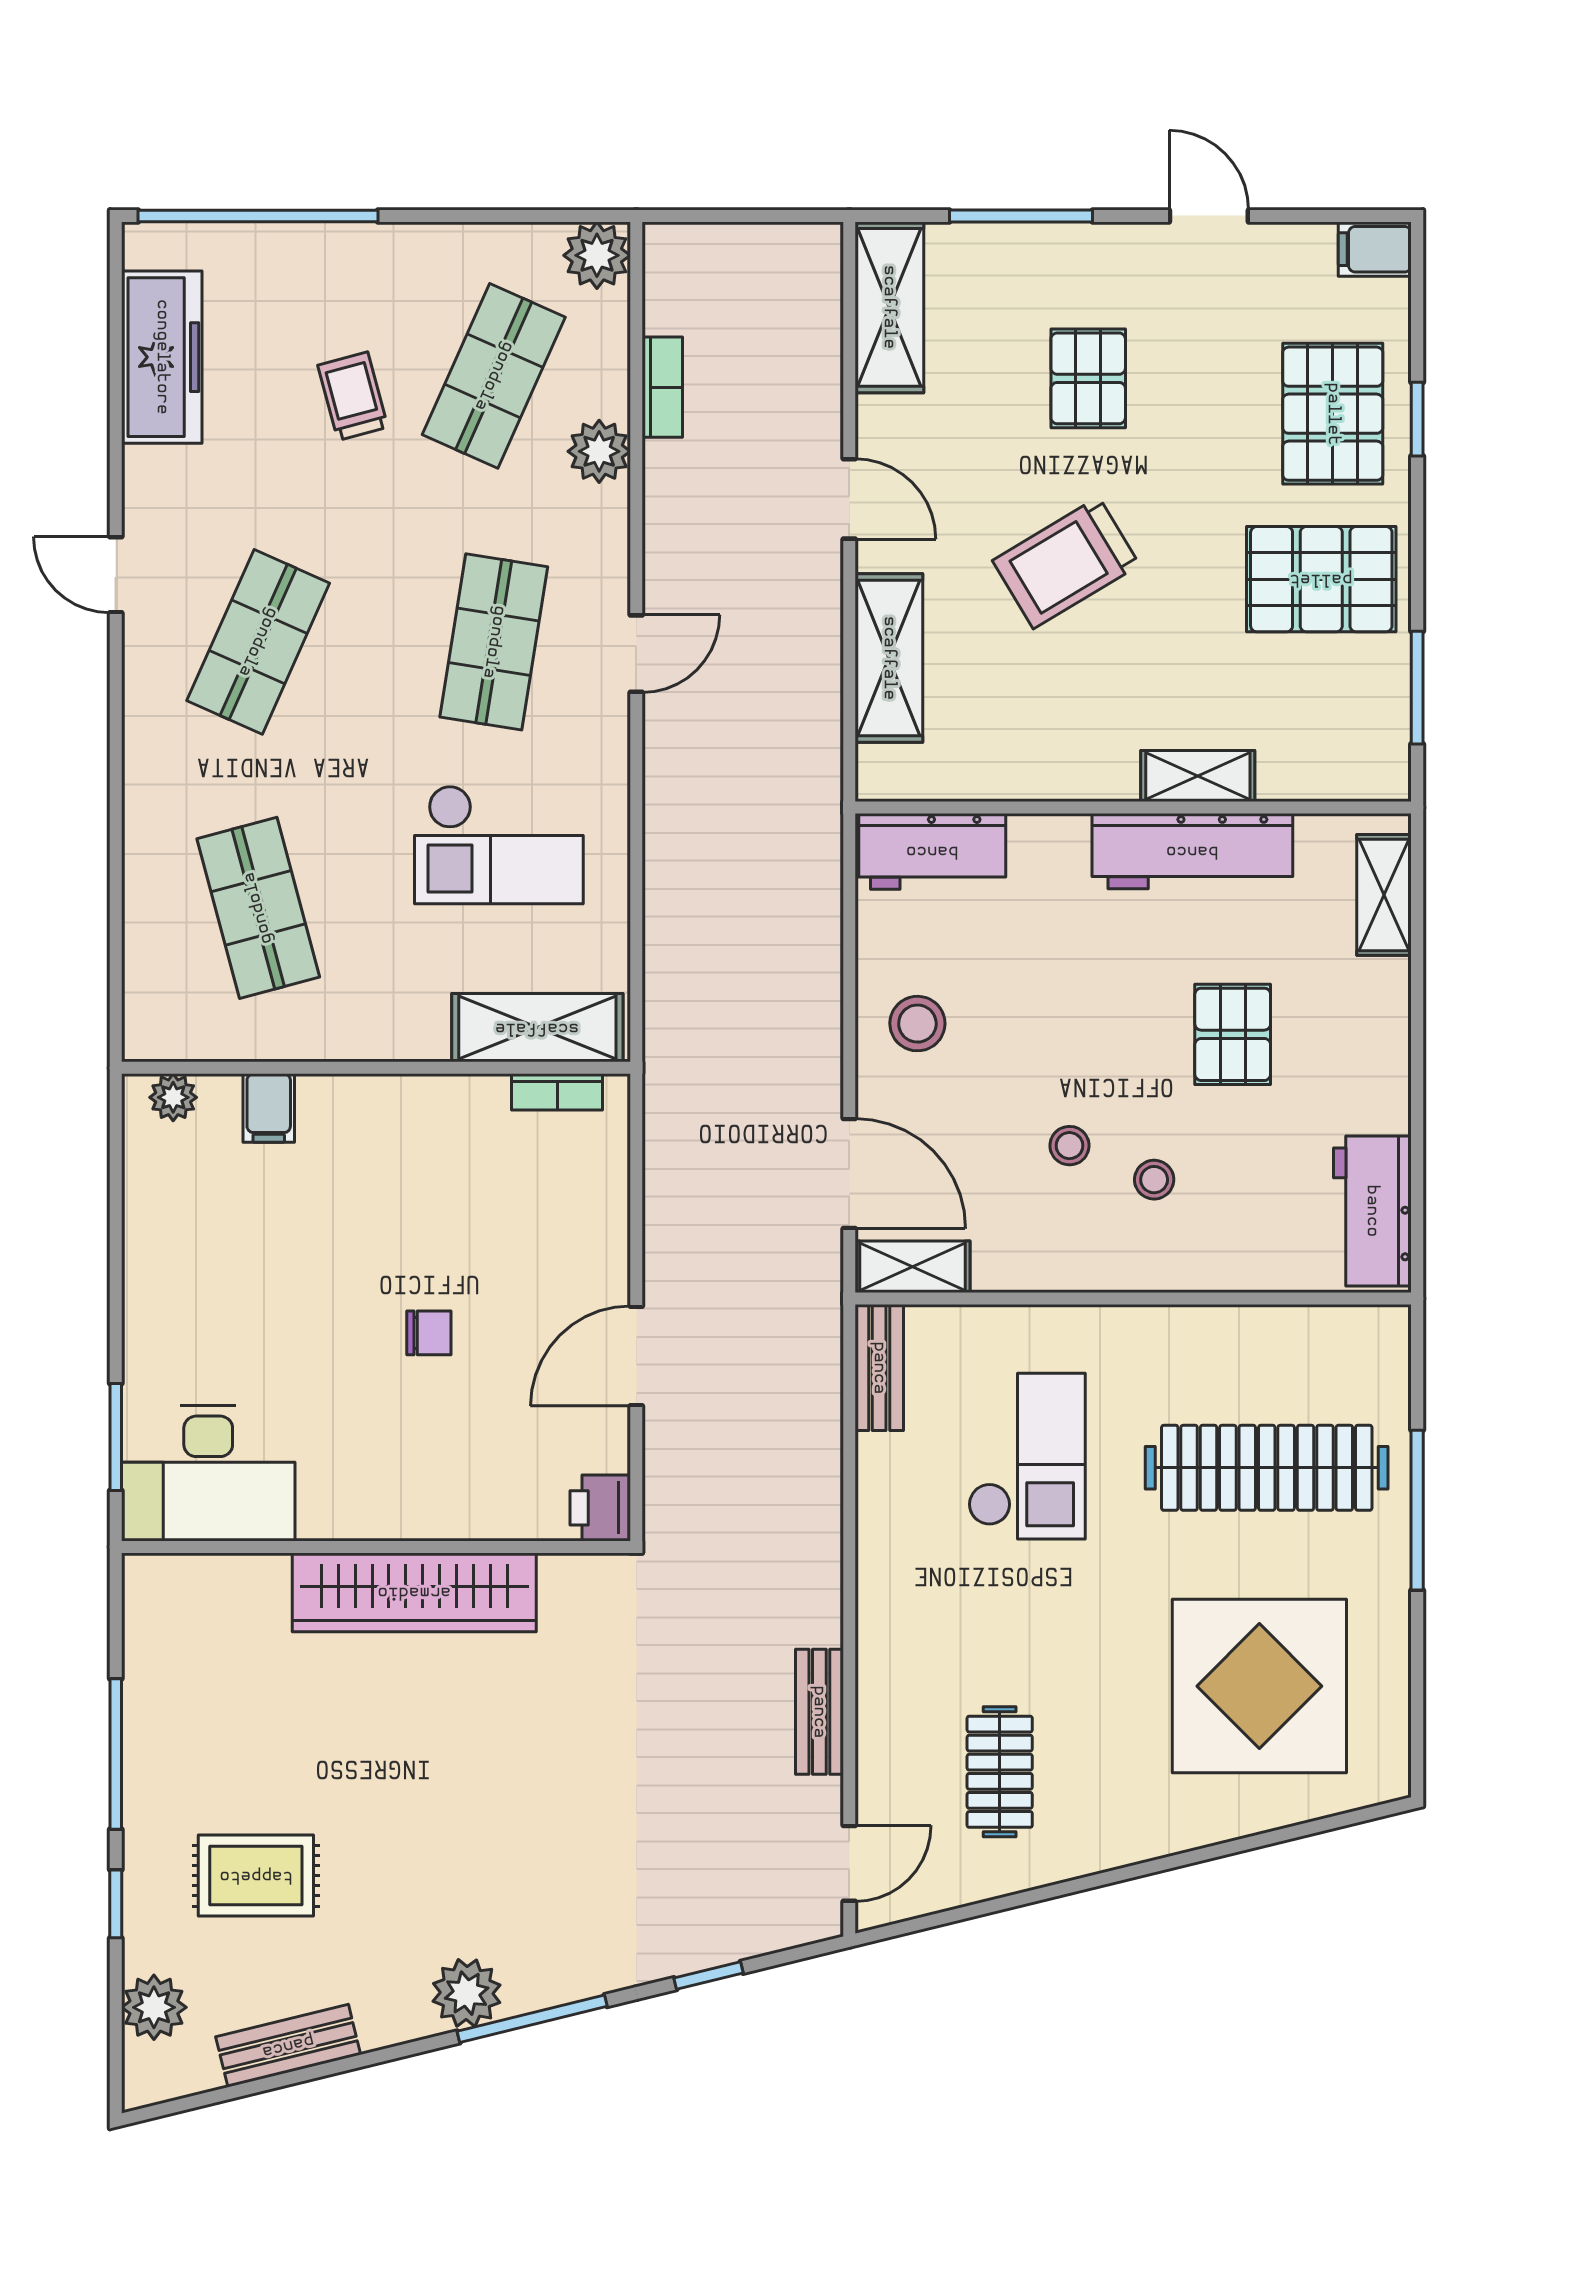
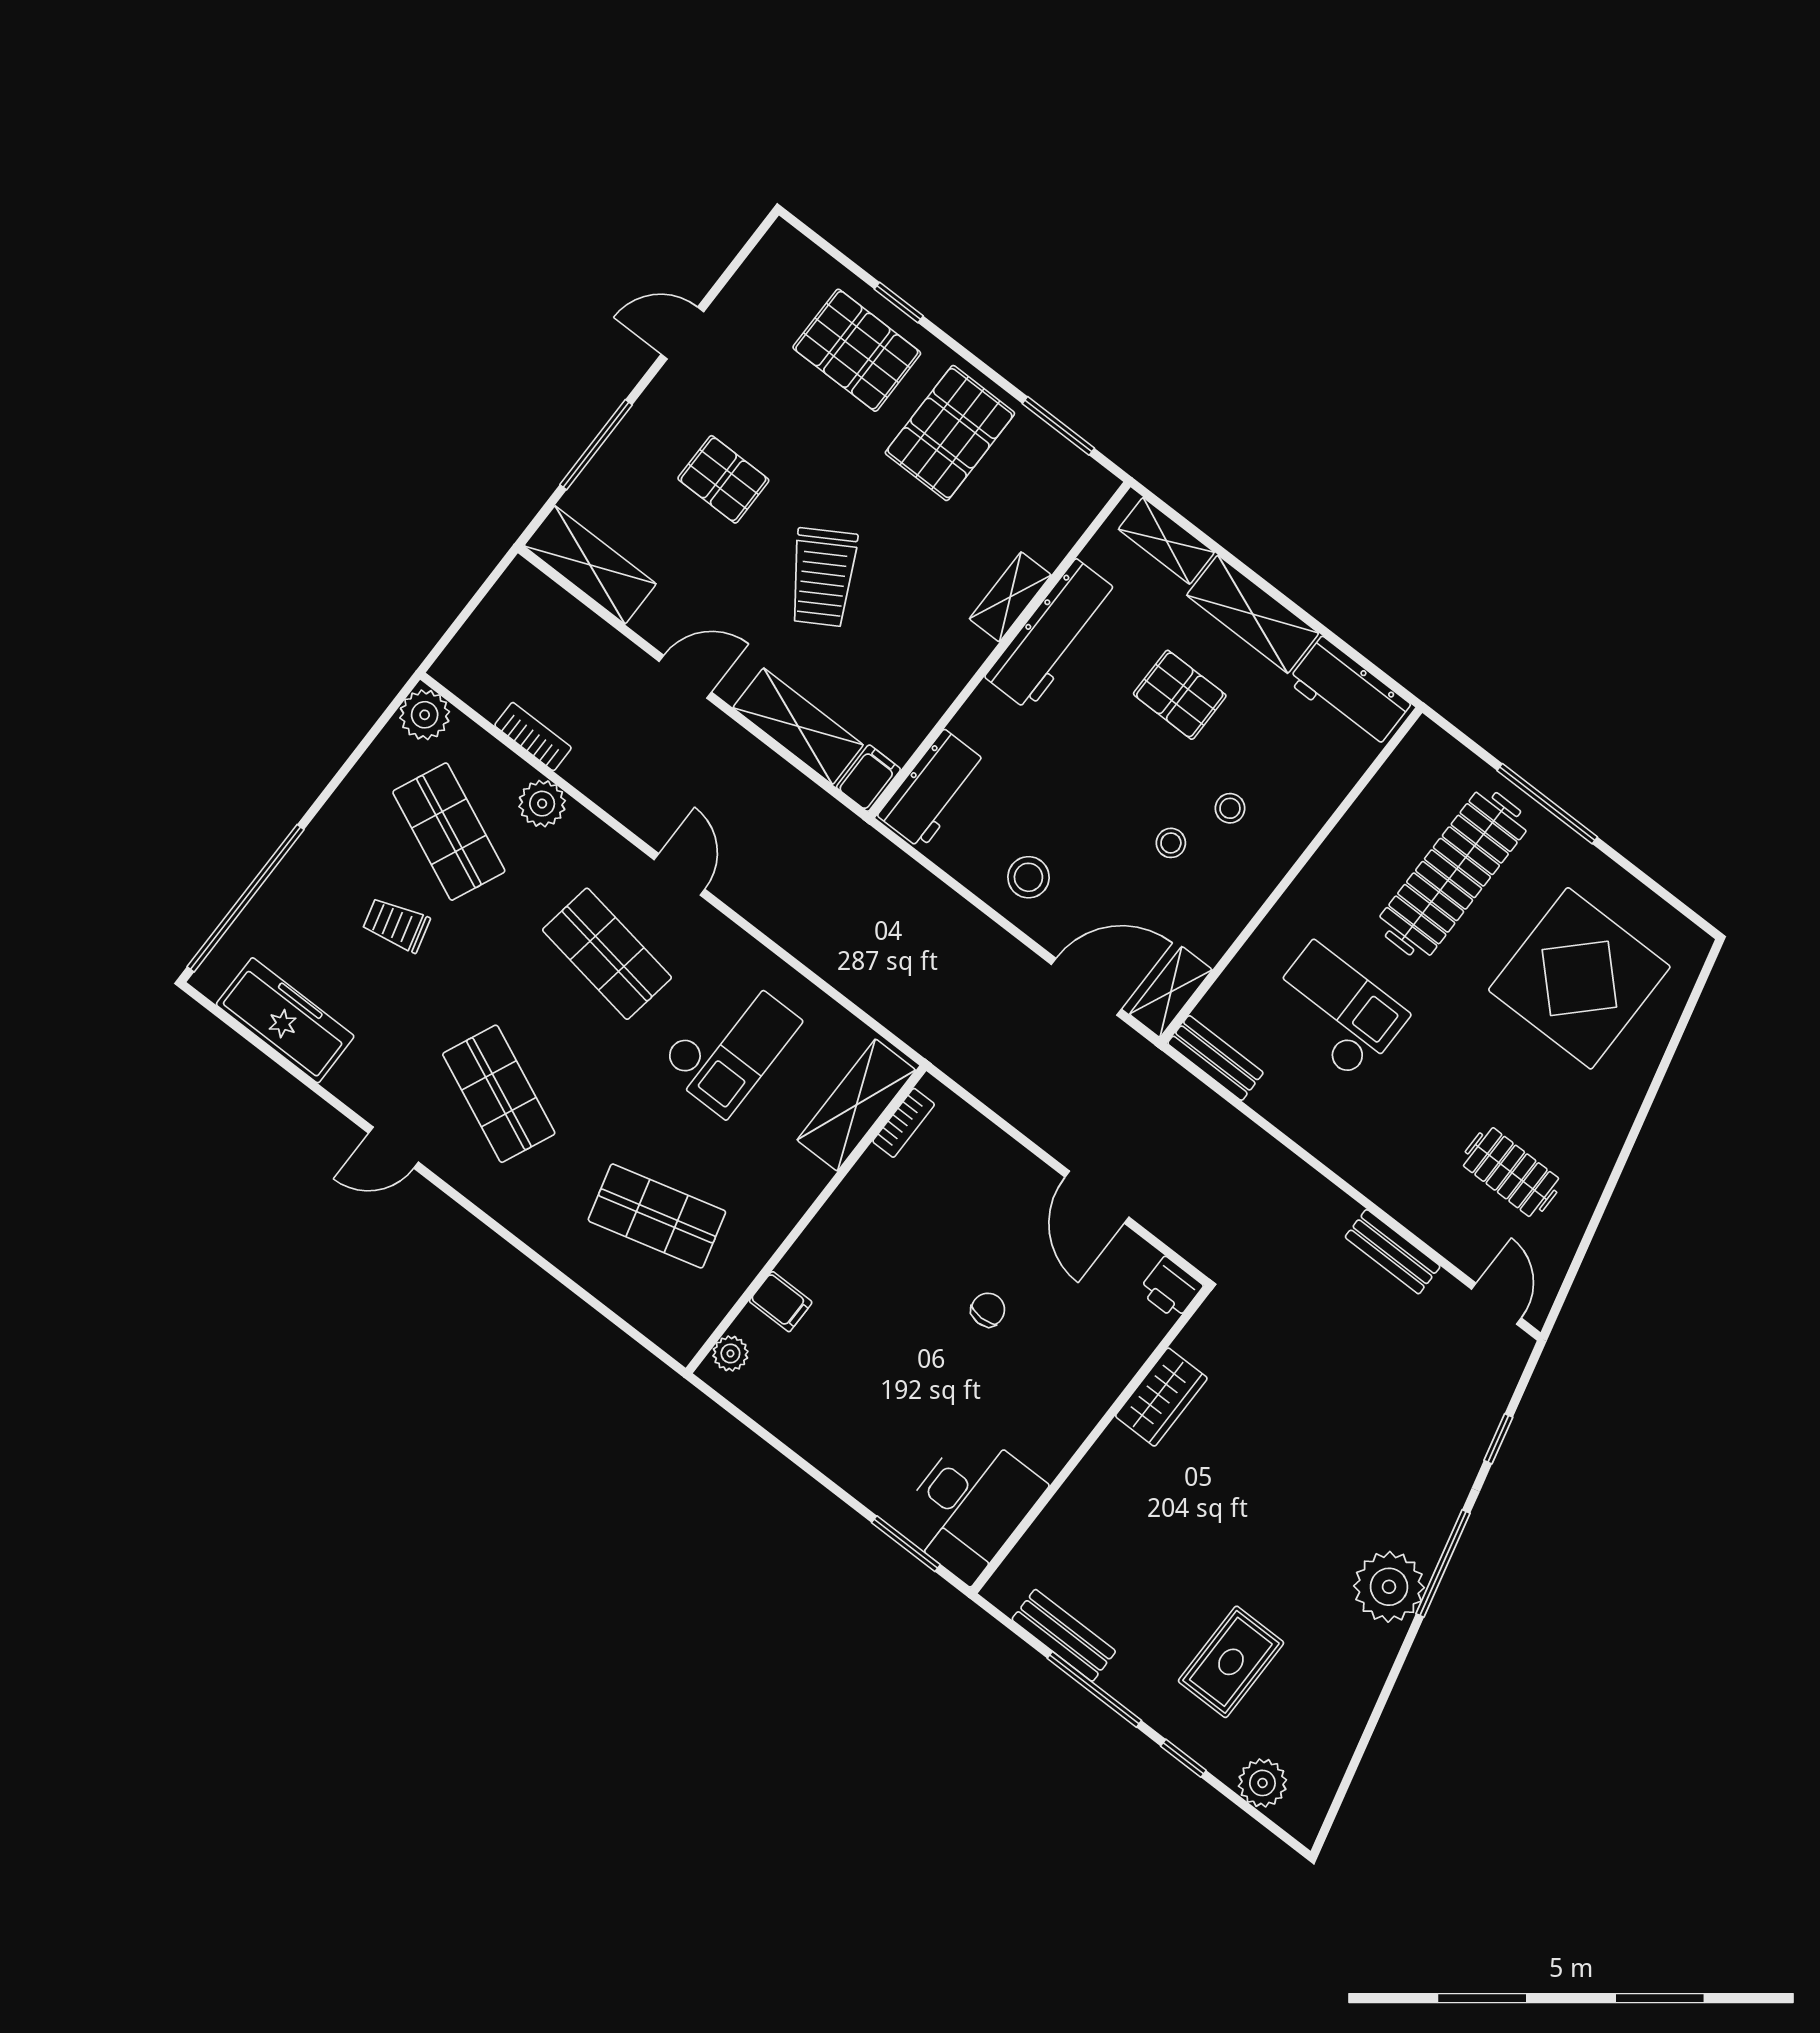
filing cabinet: (1375, 249) -> (868, 778), moved, turned 180
shelving: (1377, 1046) -> (1253, 614), added
wardrobe: (414, 1592) -> (1161, 1397), width x0.48, depth x0.85
plant: (467, 1993) -> (1389, 1587), width x1.36, depth x1.36
bench: (288, 2046) -> (1064, 1635), moved, turned -76

